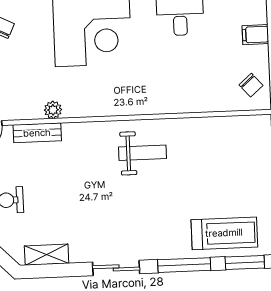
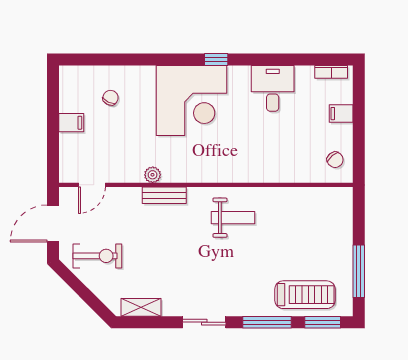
bench: (37, 133) -> (164, 195), moved

